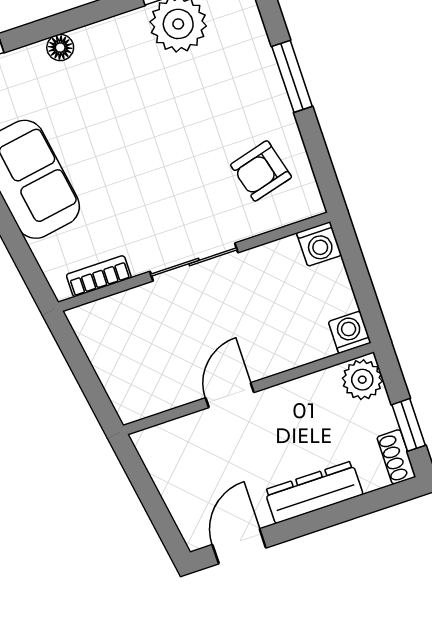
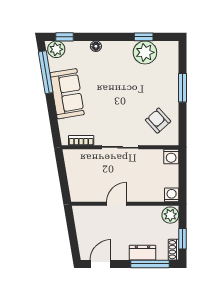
armchair: (261, 171) -> (158, 121), turned 63
dresser: (314, 492) -> (142, 253), width x0.70
window: (353, 508) -> (150, 264), added

